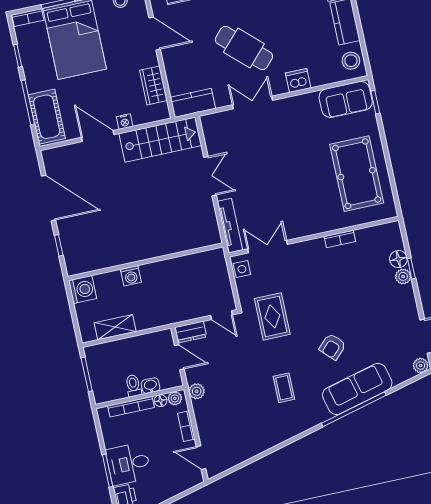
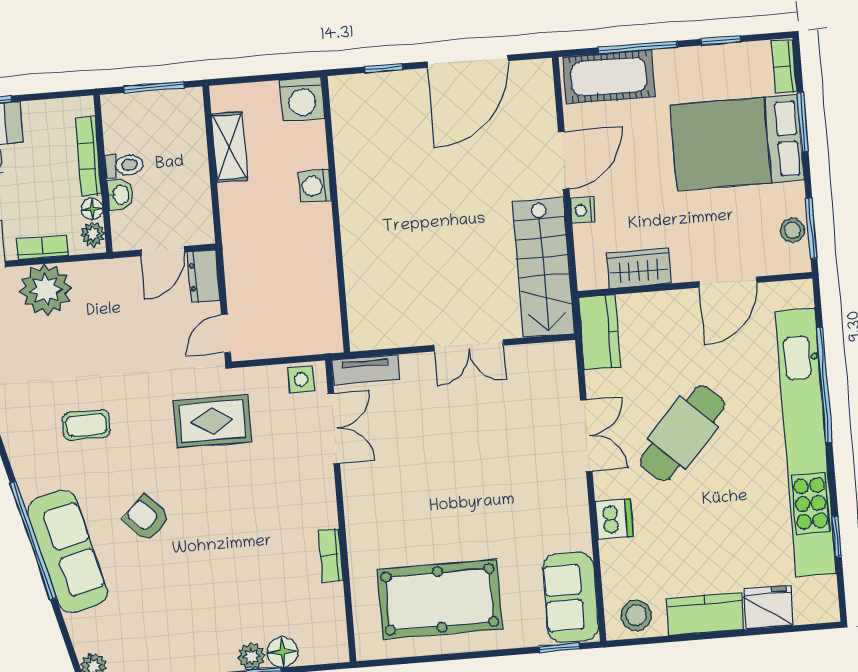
tv unit: (230, 226) -> (365, 370), width x0.71
plant: (197, 391) -> (46, 290), moved, width x1.87, depth x1.87

